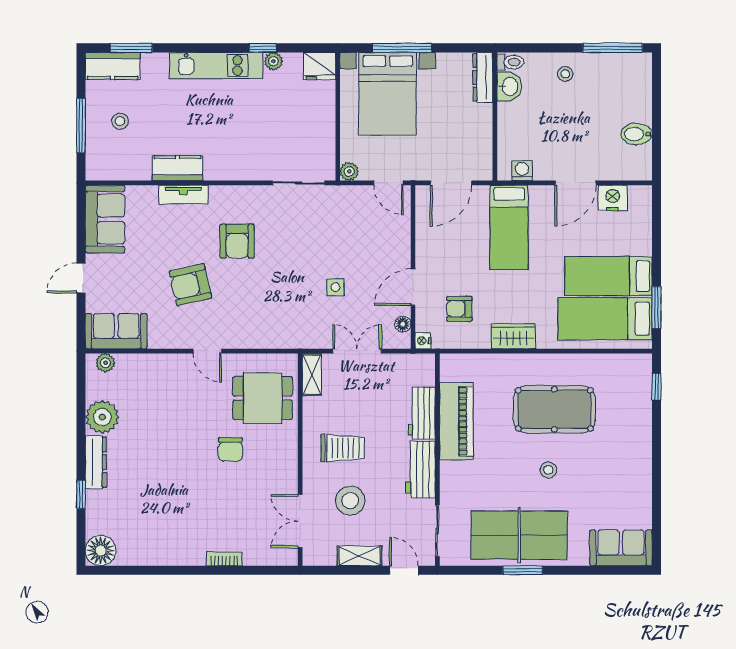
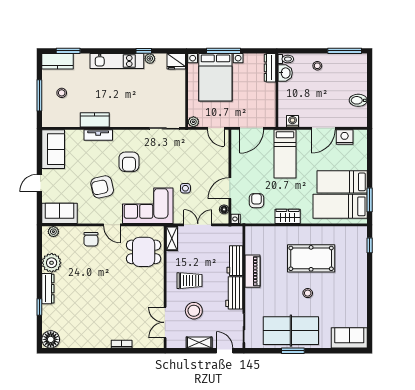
armchair: (459, 309) -> (256, 201), turned 90
corner sofa: (270, 318) -> (148, 206), added
piano: (456, 421) -> (252, 271), width x0.73, depth x0.75
chair: (230, 449) -> (91, 239), moved

